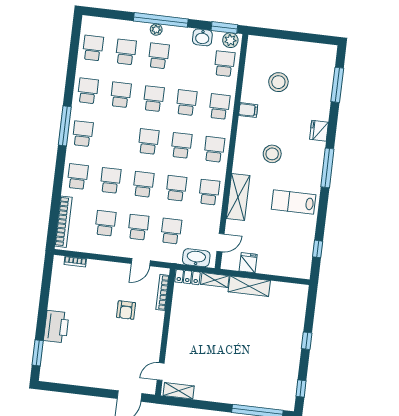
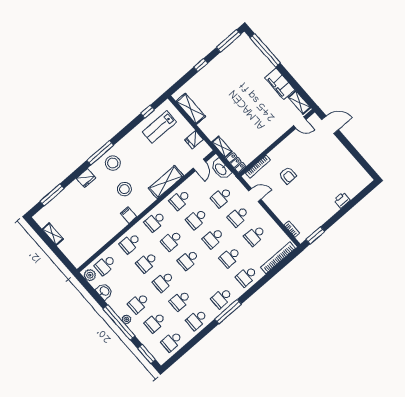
window: (224, 28) -> (147, 354), moved
shelving: (302, 48) -> (53, 234), added
stool: (278, 82) -> (113, 163), moved
filing cabinet: (248, 110) -> (128, 215), moved
lab bench: (294, 202) -> (159, 127), moved, turned 90
door: (221, 243) -> (199, 165), swing flipped
shelving: (249, 286) -> (191, 109), moved
armchair: (126, 310) -> (288, 175), turned 90
printer: (56, 327) -> (342, 200), width x0.53, depth x0.68
window: (38, 353) -> (315, 235), moved
window: (301, 389) -> (229, 41), width x2.17
filing cabinet: (214, 392) -> (280, 84), added

